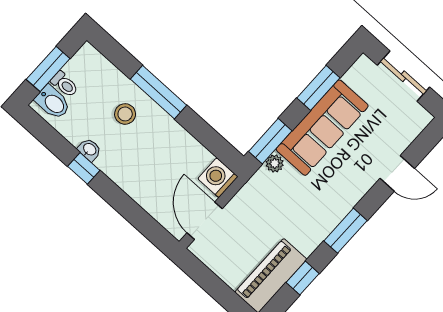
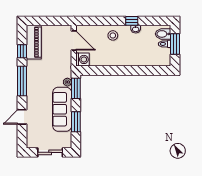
window: (158, 92) -> (130, 70), removed
stool: (125, 114) -> (113, 35), moved
window: (345, 231) -> (22, 81), width x1.44

